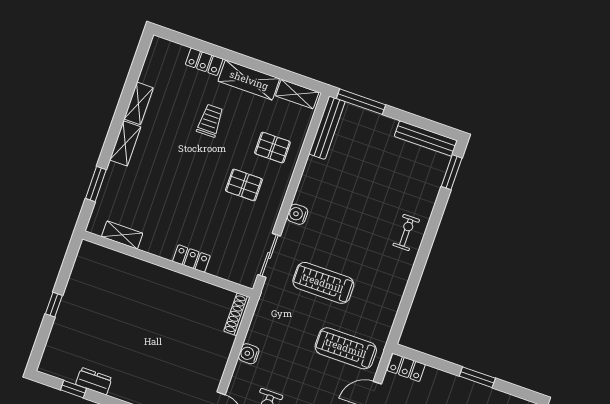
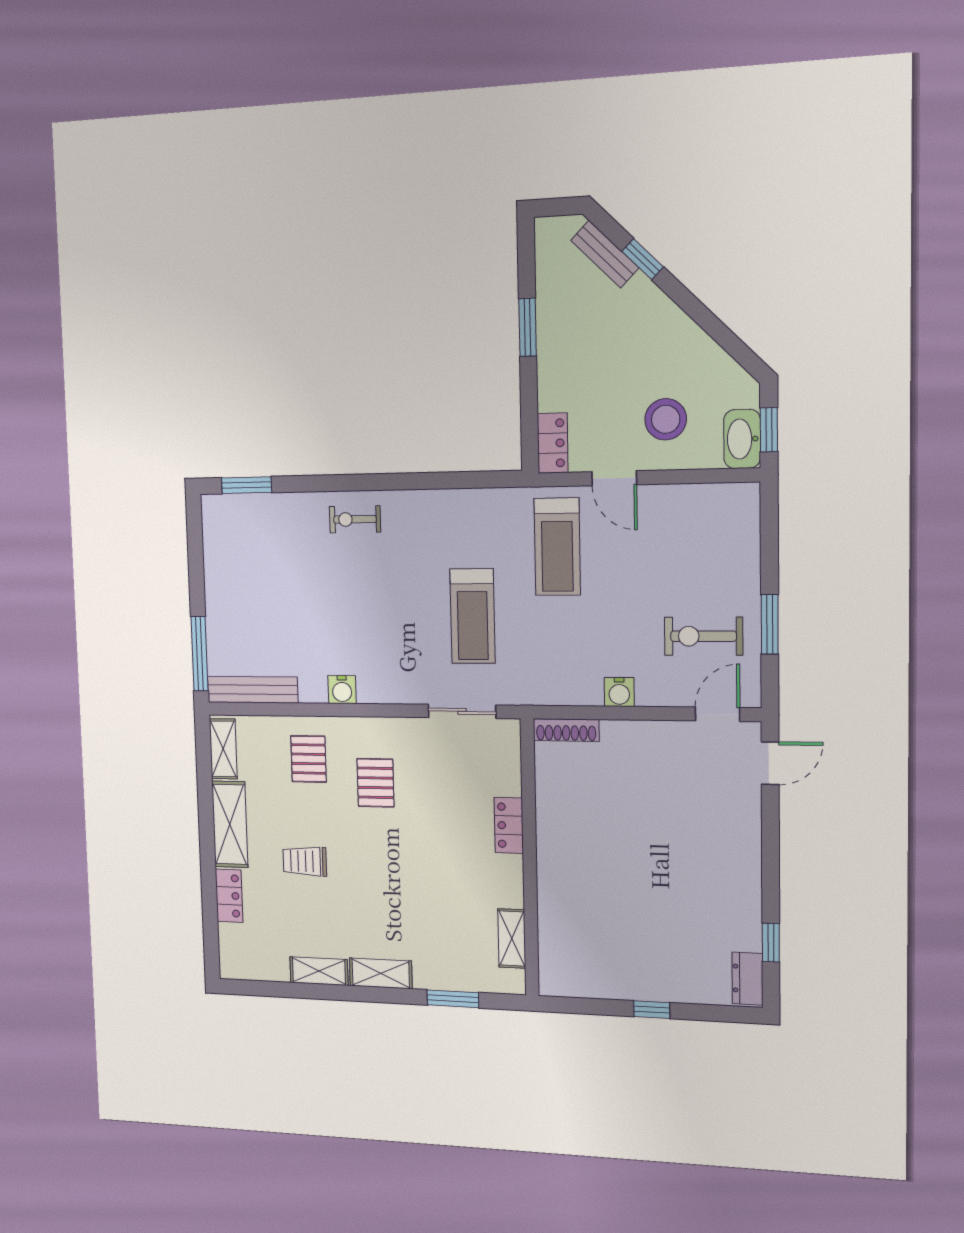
bench: (426, 138) -> (215, 541), removed
water cooler: (297, 214) -> (342, 690), moved
dresser: (94, 381) -> (747, 979), moved

